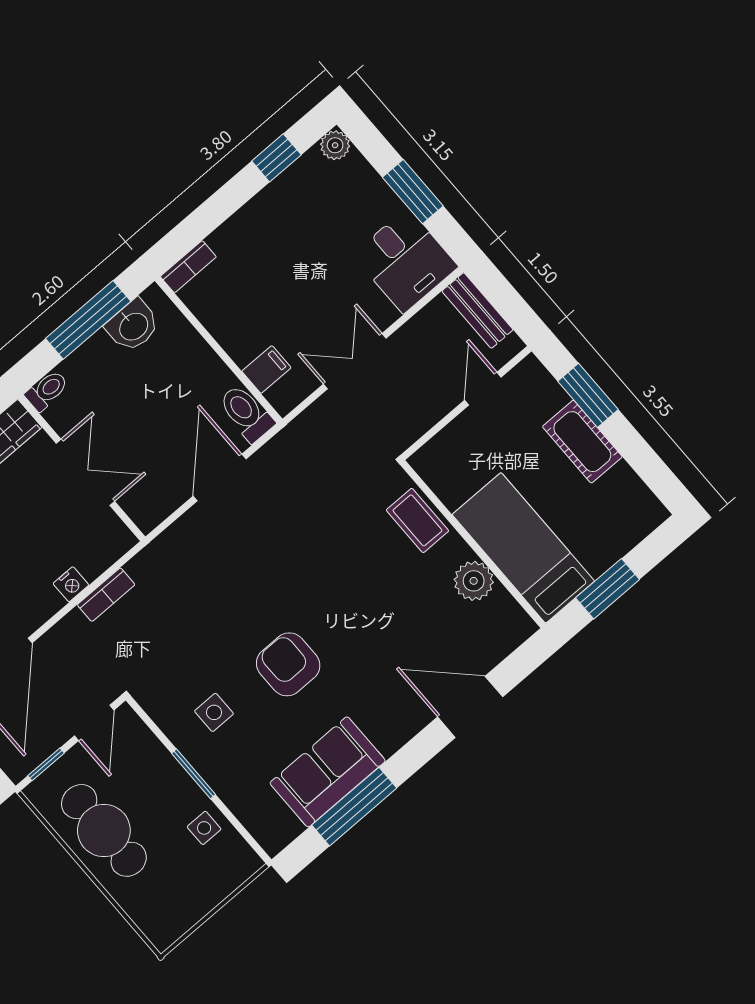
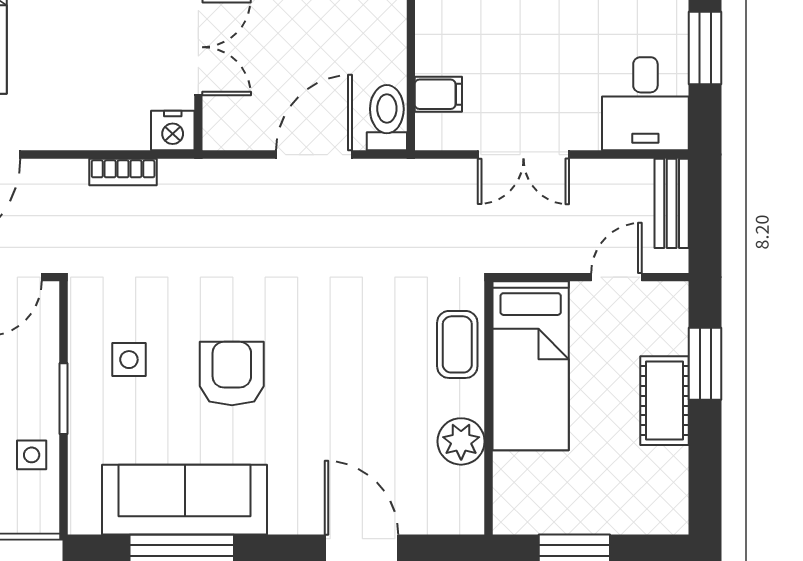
double door: (355, 361) -> (523, 155), swing flipped
bed: (523, 548) -> (531, 366), moved, turned 180
nightstand: (71, 584) -> (173, 131), moved, width x1.39, depth x1.35
sofa: (328, 772) -> (185, 500), width x1.36

